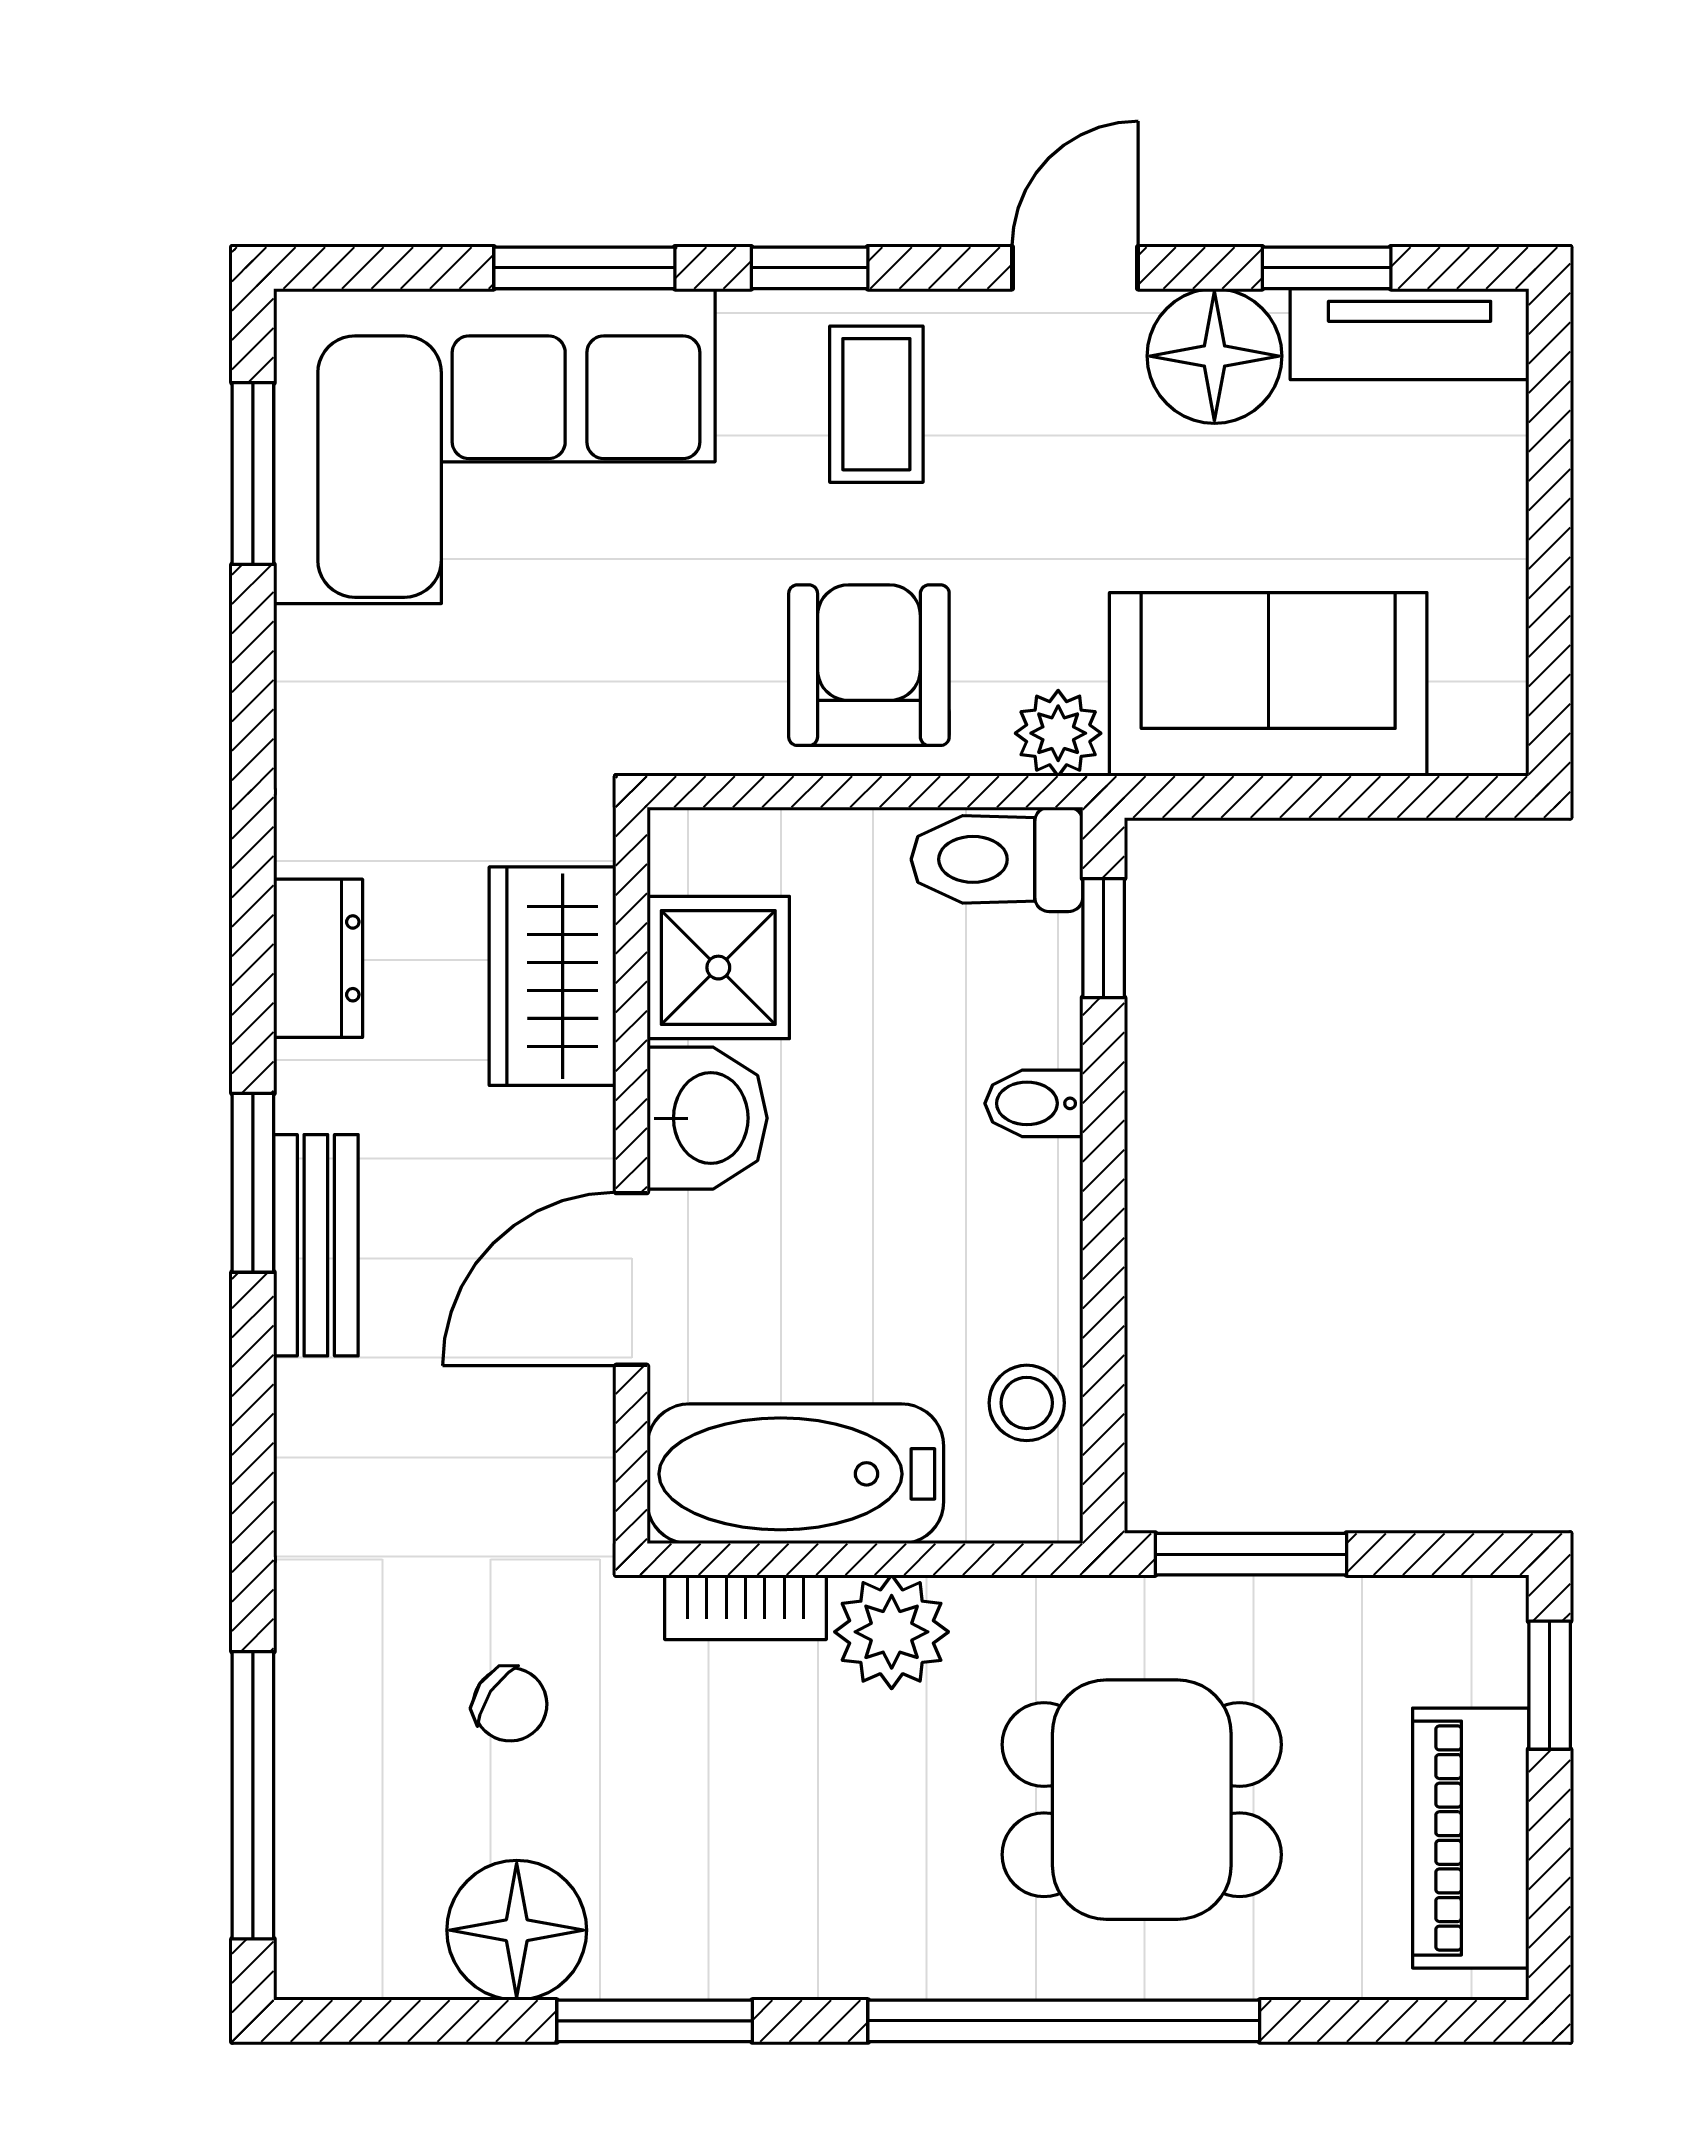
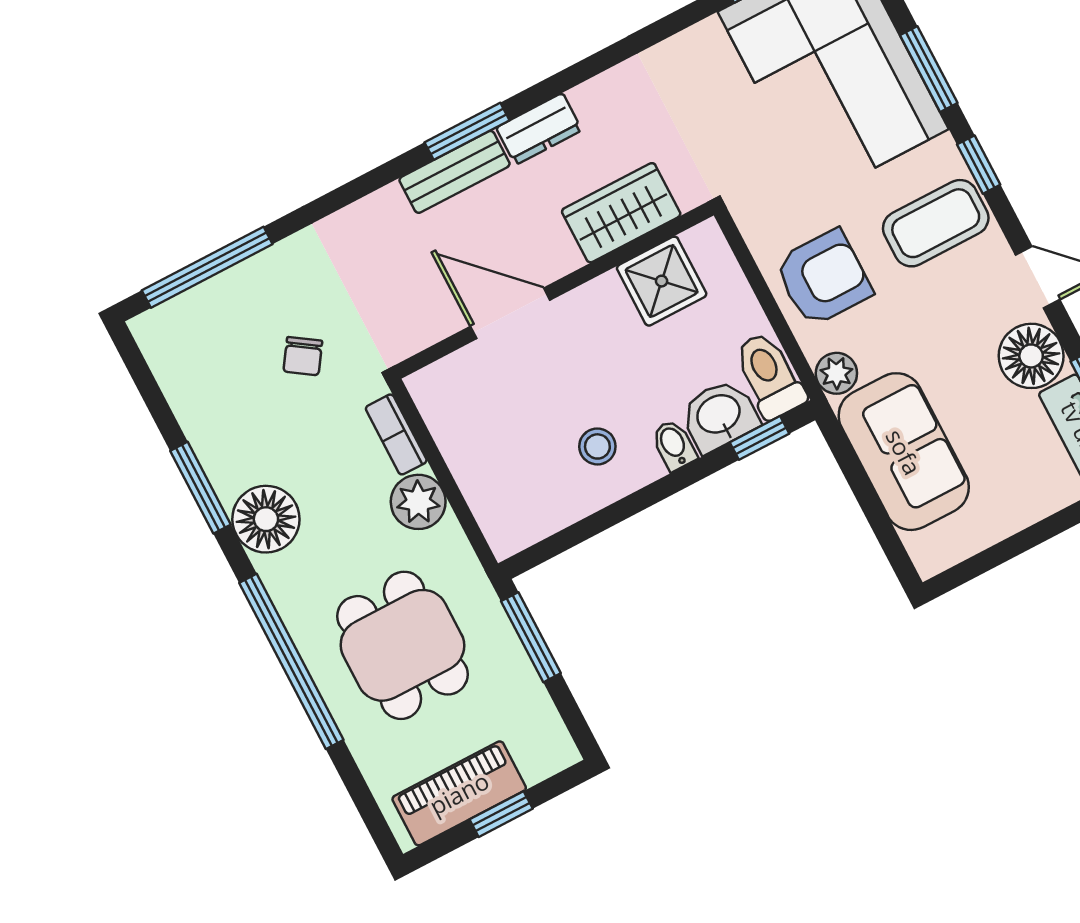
coffee table: (876, 404) -> (936, 223), width x1.36, depth x1.30
dresser: (318, 958) -> (539, 129), moved
washbasin: (707, 1118) -> (719, 415), moved, turned 180
stool: (1027, 1403) -> (597, 446), moved
bathtub: (795, 1474) -> (464, 426), removed
window: (1550, 1685) -> (501, 814), moved
floor lamp: (517, 1930) -> (266, 519), moved

